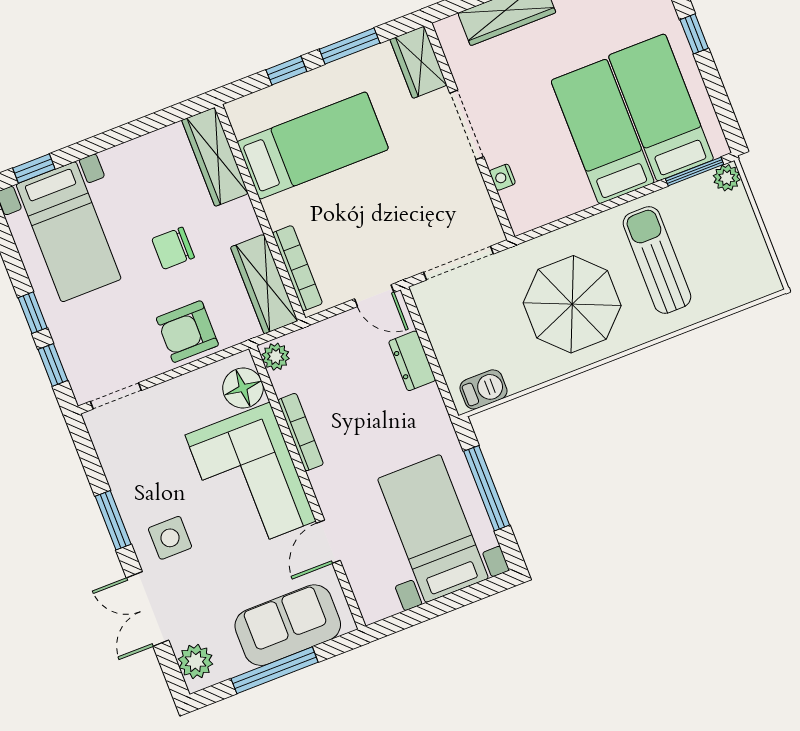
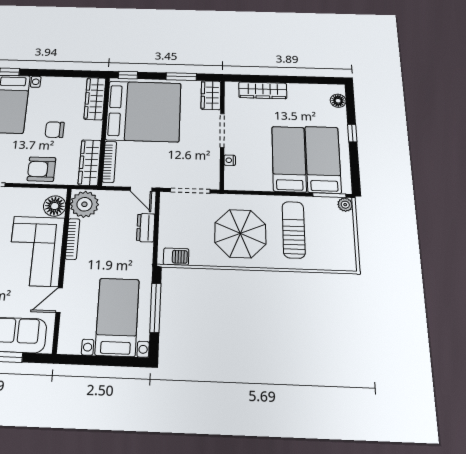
window: (286, 71) -> (128, 75), moved
bed: (313, 145) -> (144, 111), width x2.04
plant: (276, 357) -> (84, 204), width x1.88, depth x1.88

